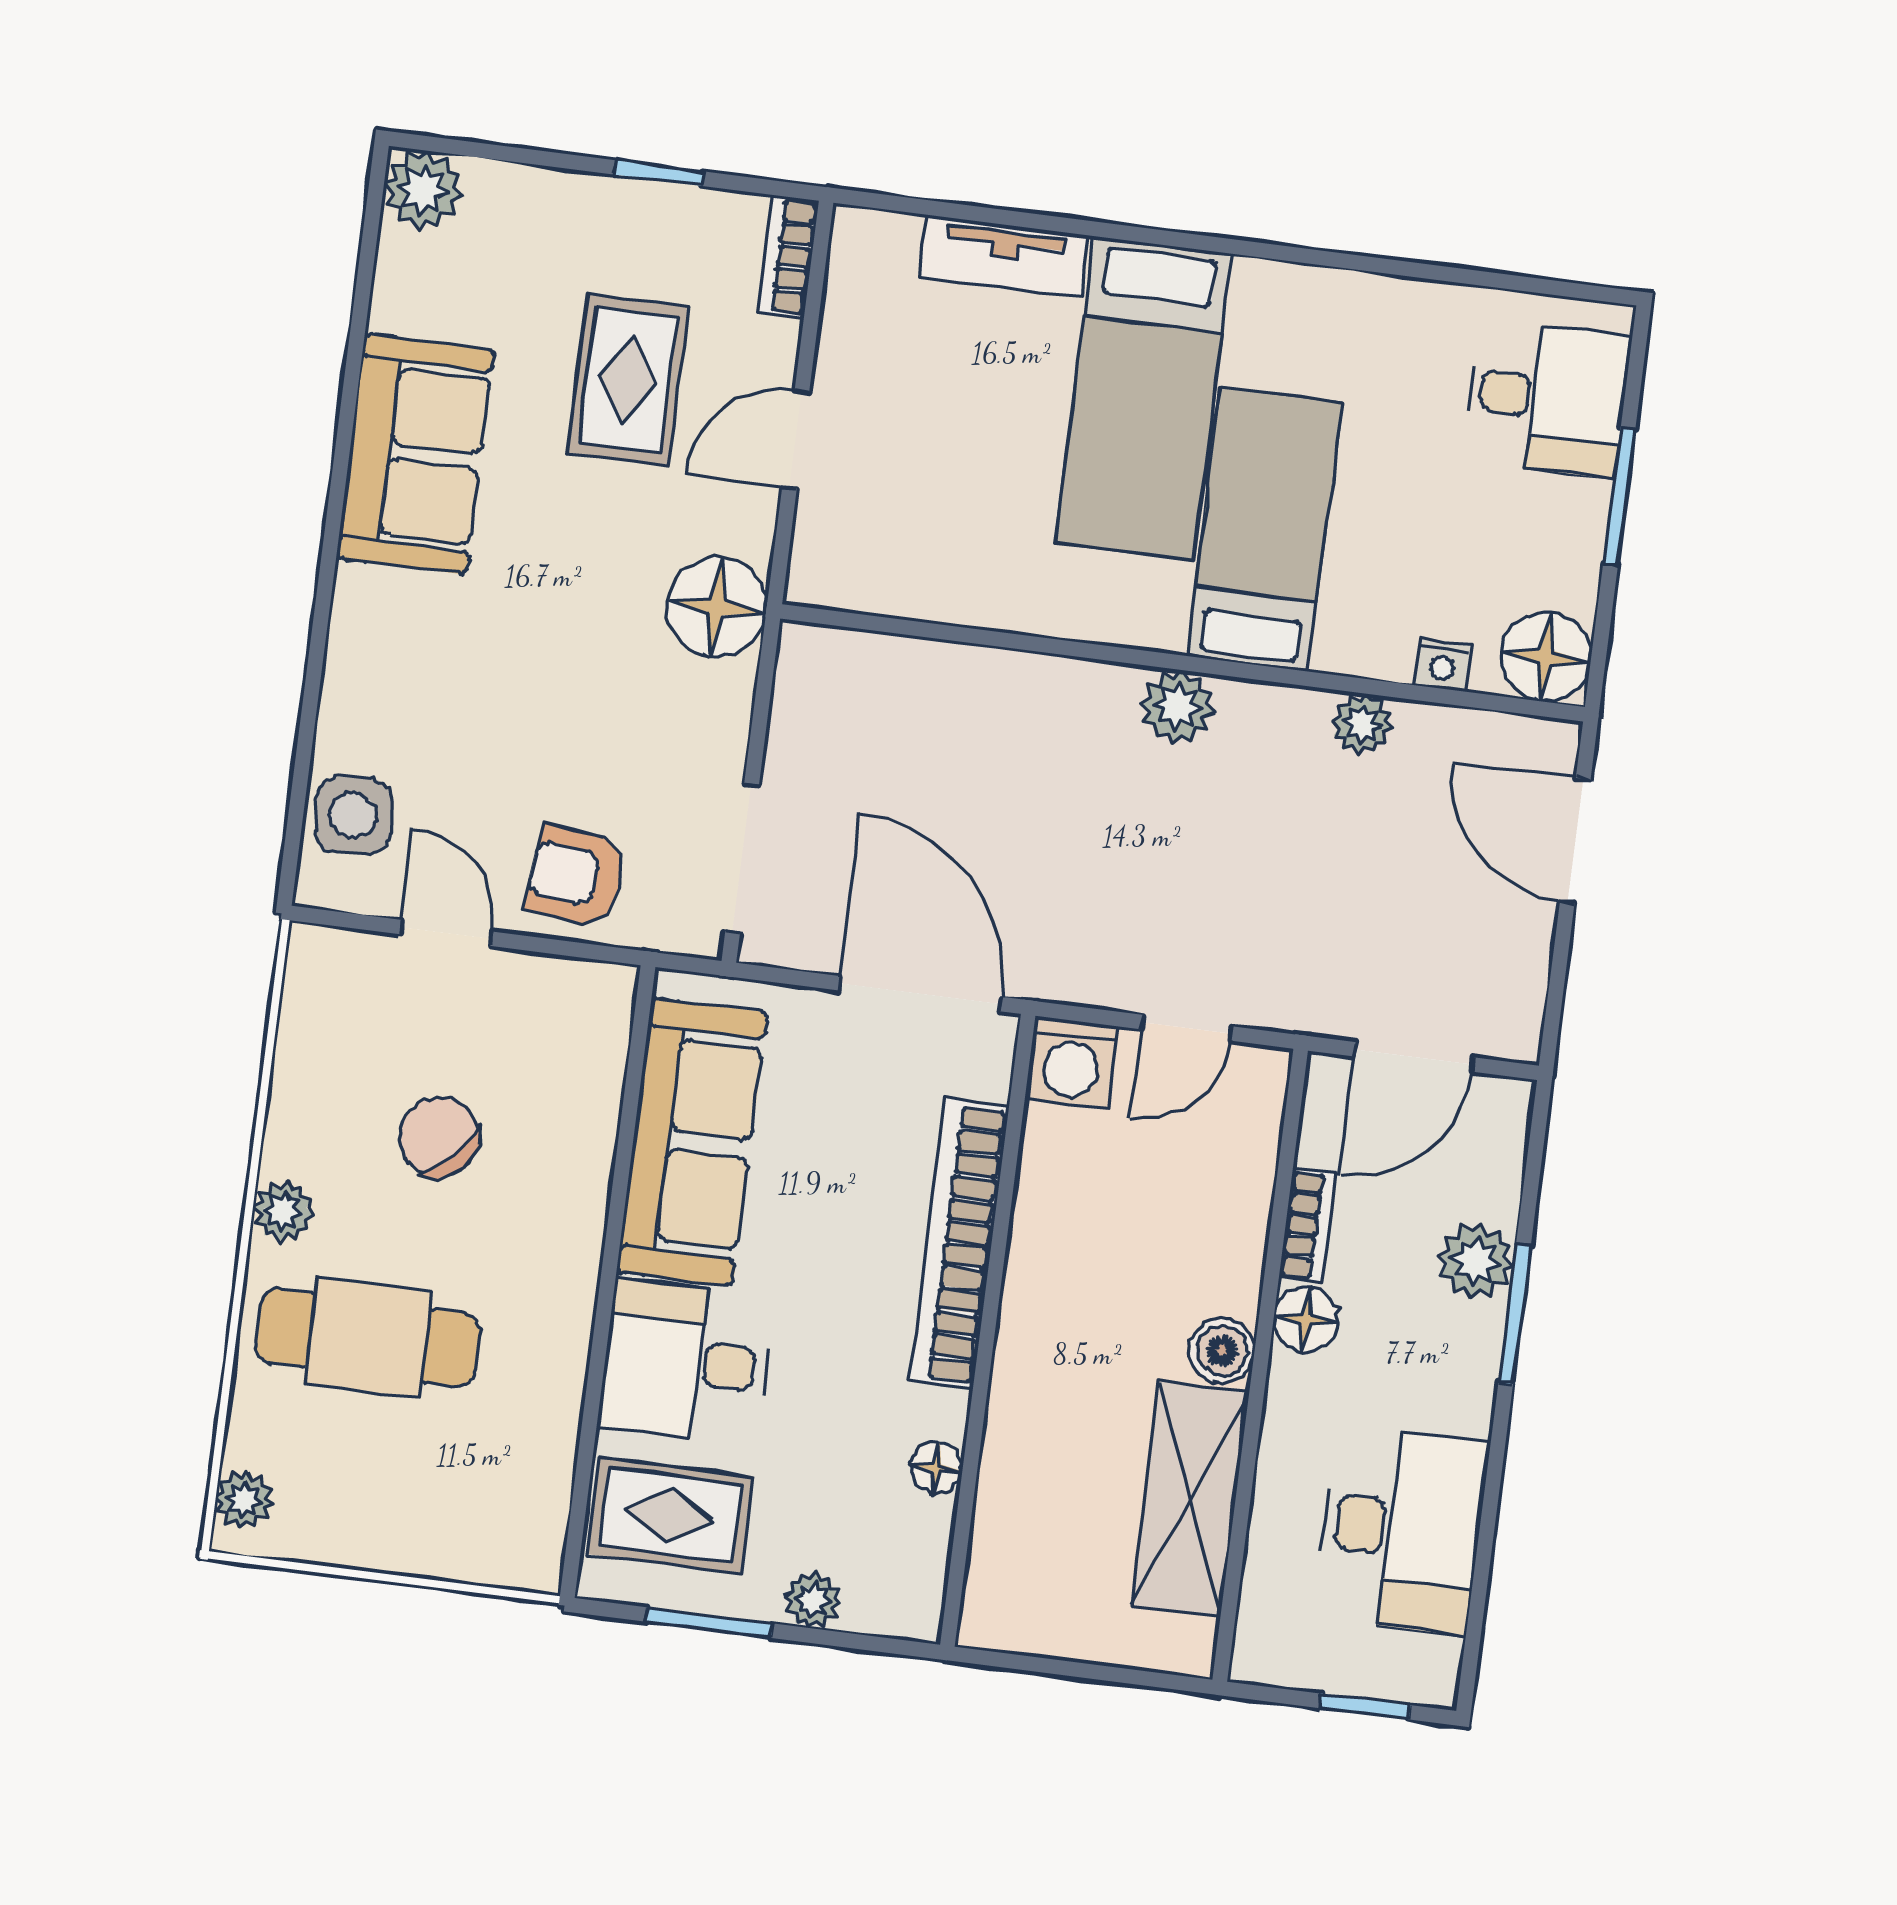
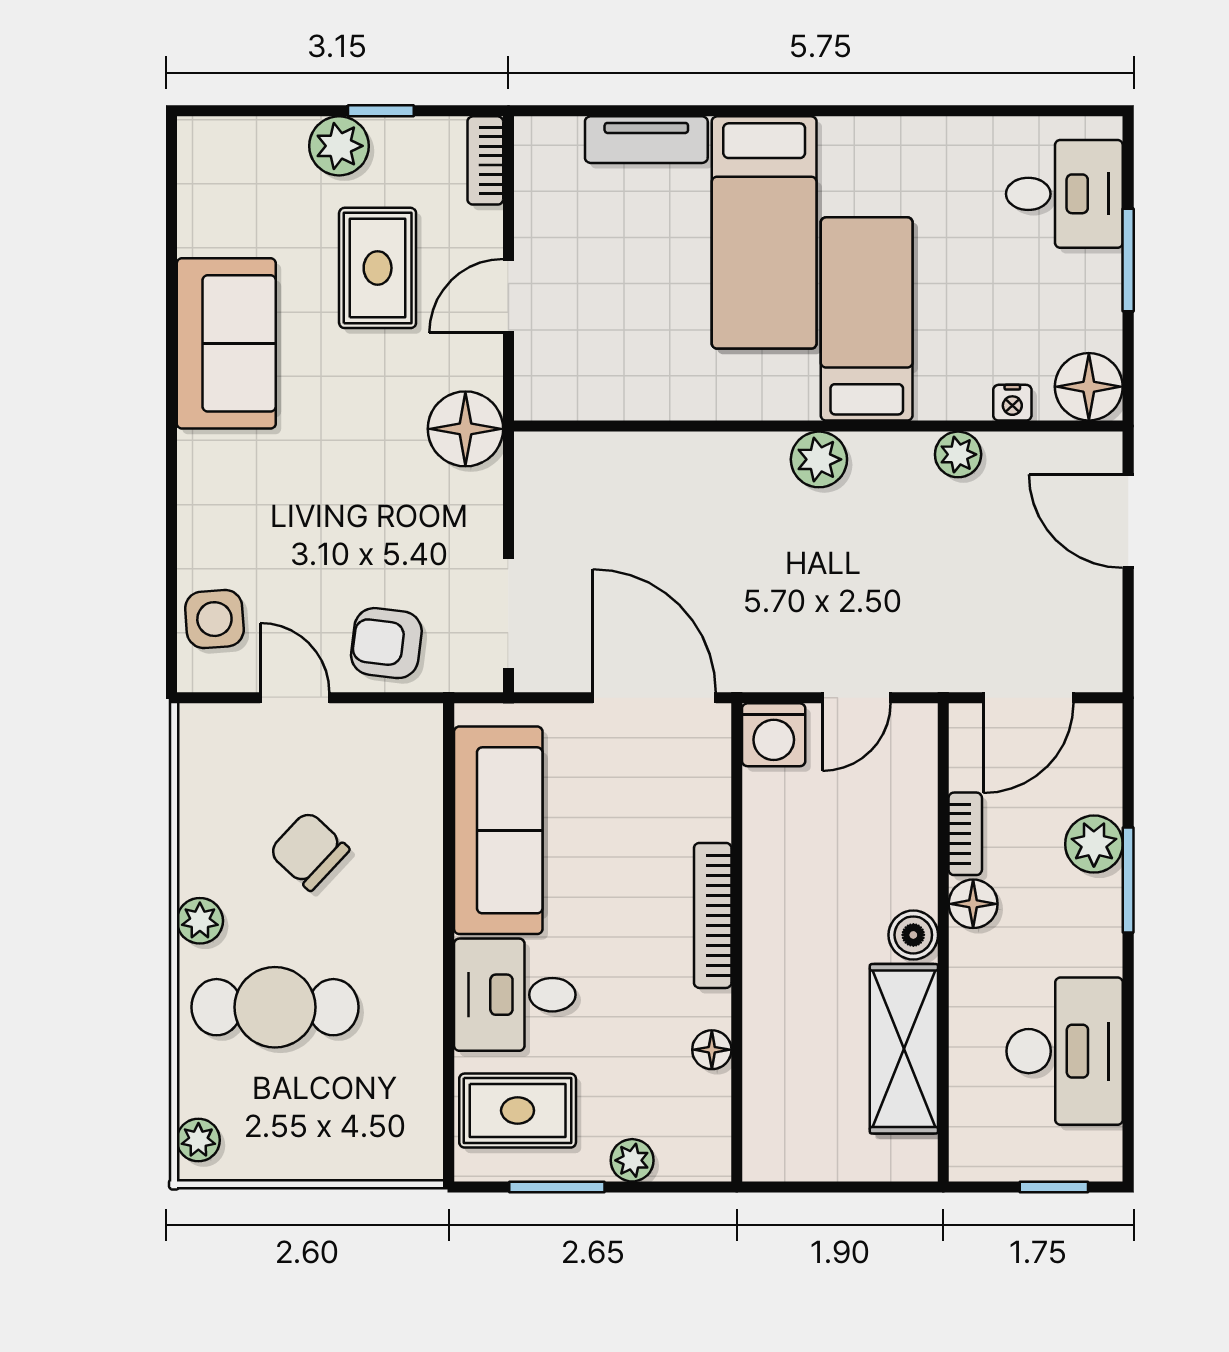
plant: (423, 190) -> (339, 146), moved
bookcase: (959, 1244) -> (713, 915), width x0.68, depth x0.76

